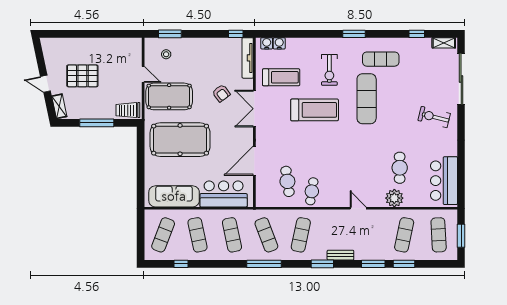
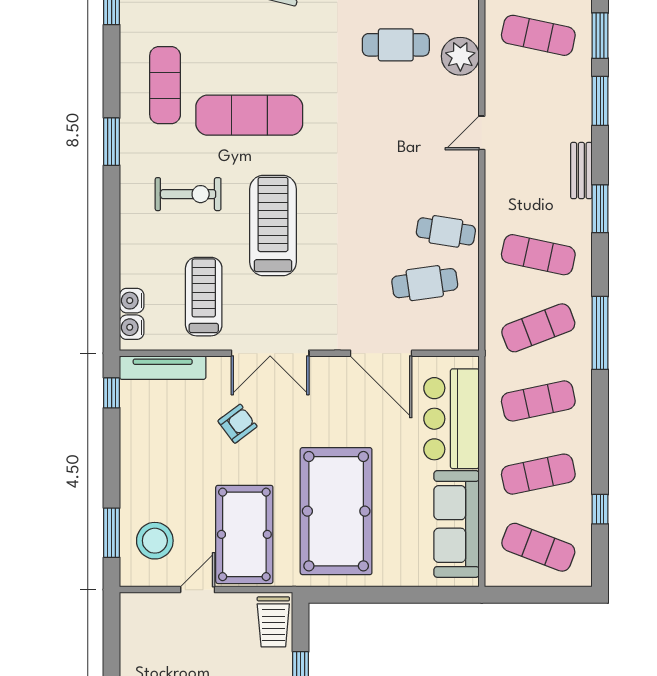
stool: (166, 54) -> (155, 541), width x1.89, depth x1.89

